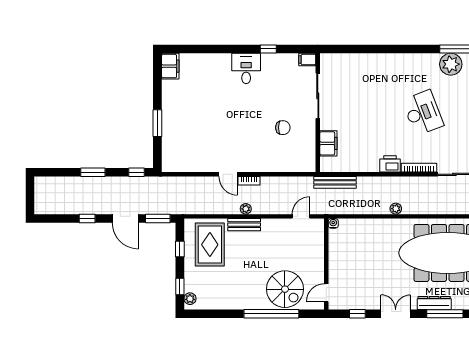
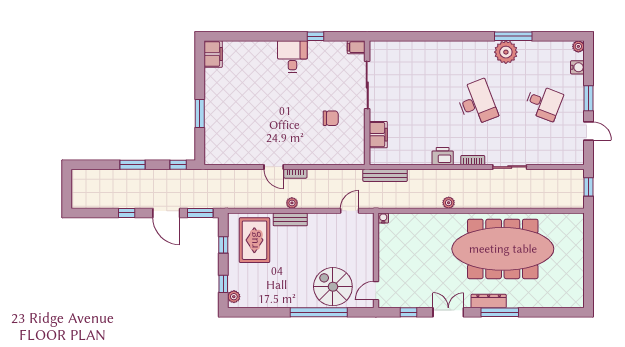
bookcase: (419, 168) -> (473, 160), width x0.64
spiral stairs: (285, 289) -> (333, 287), turned 180

